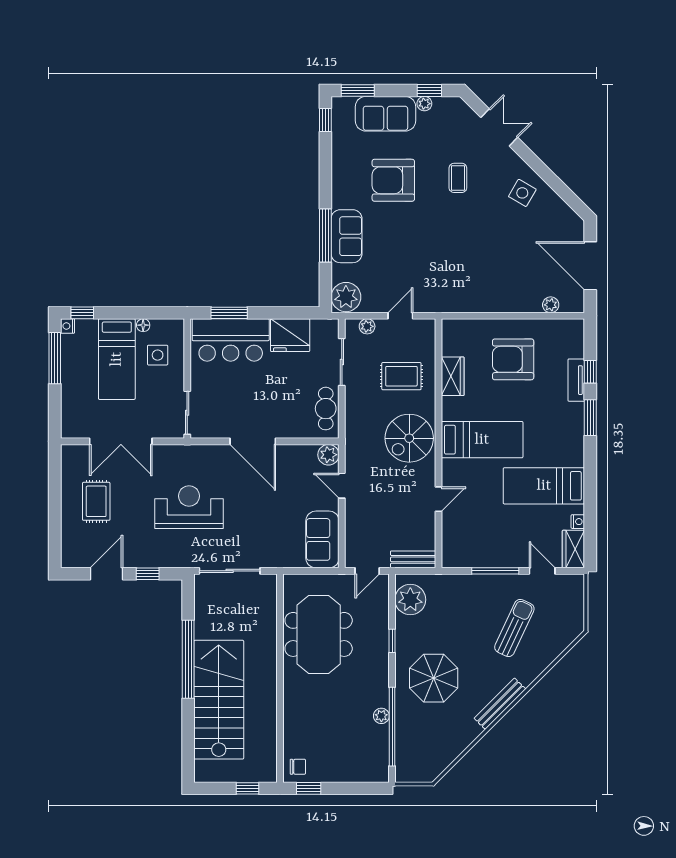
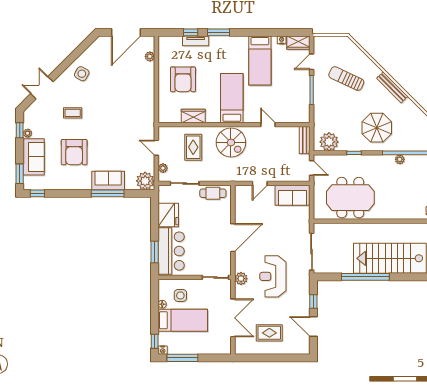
plant: (328, 455) -> (241, 279), moved

